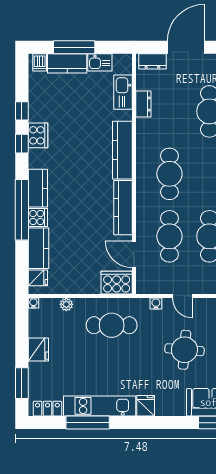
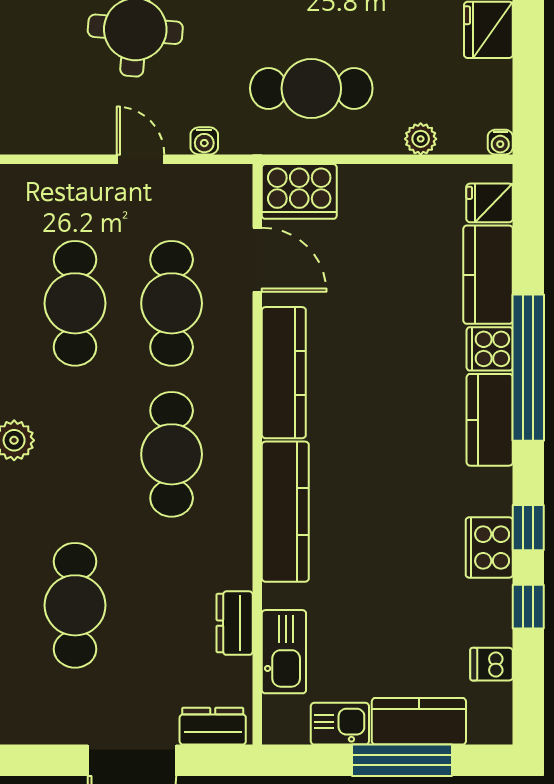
dishwasher: (40, 62) -> (492, 664), moved, turned -90

